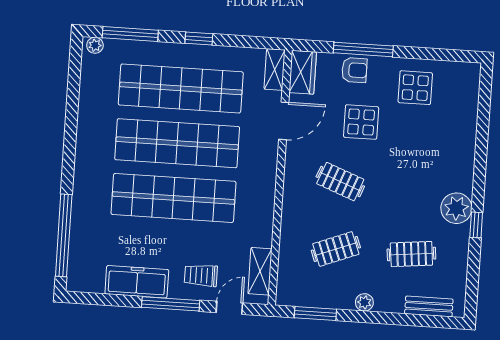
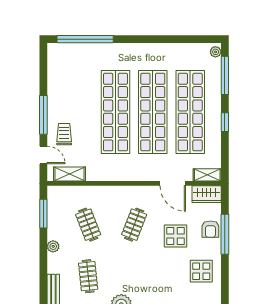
freezer: (137, 282) -> (57, 91), removed

